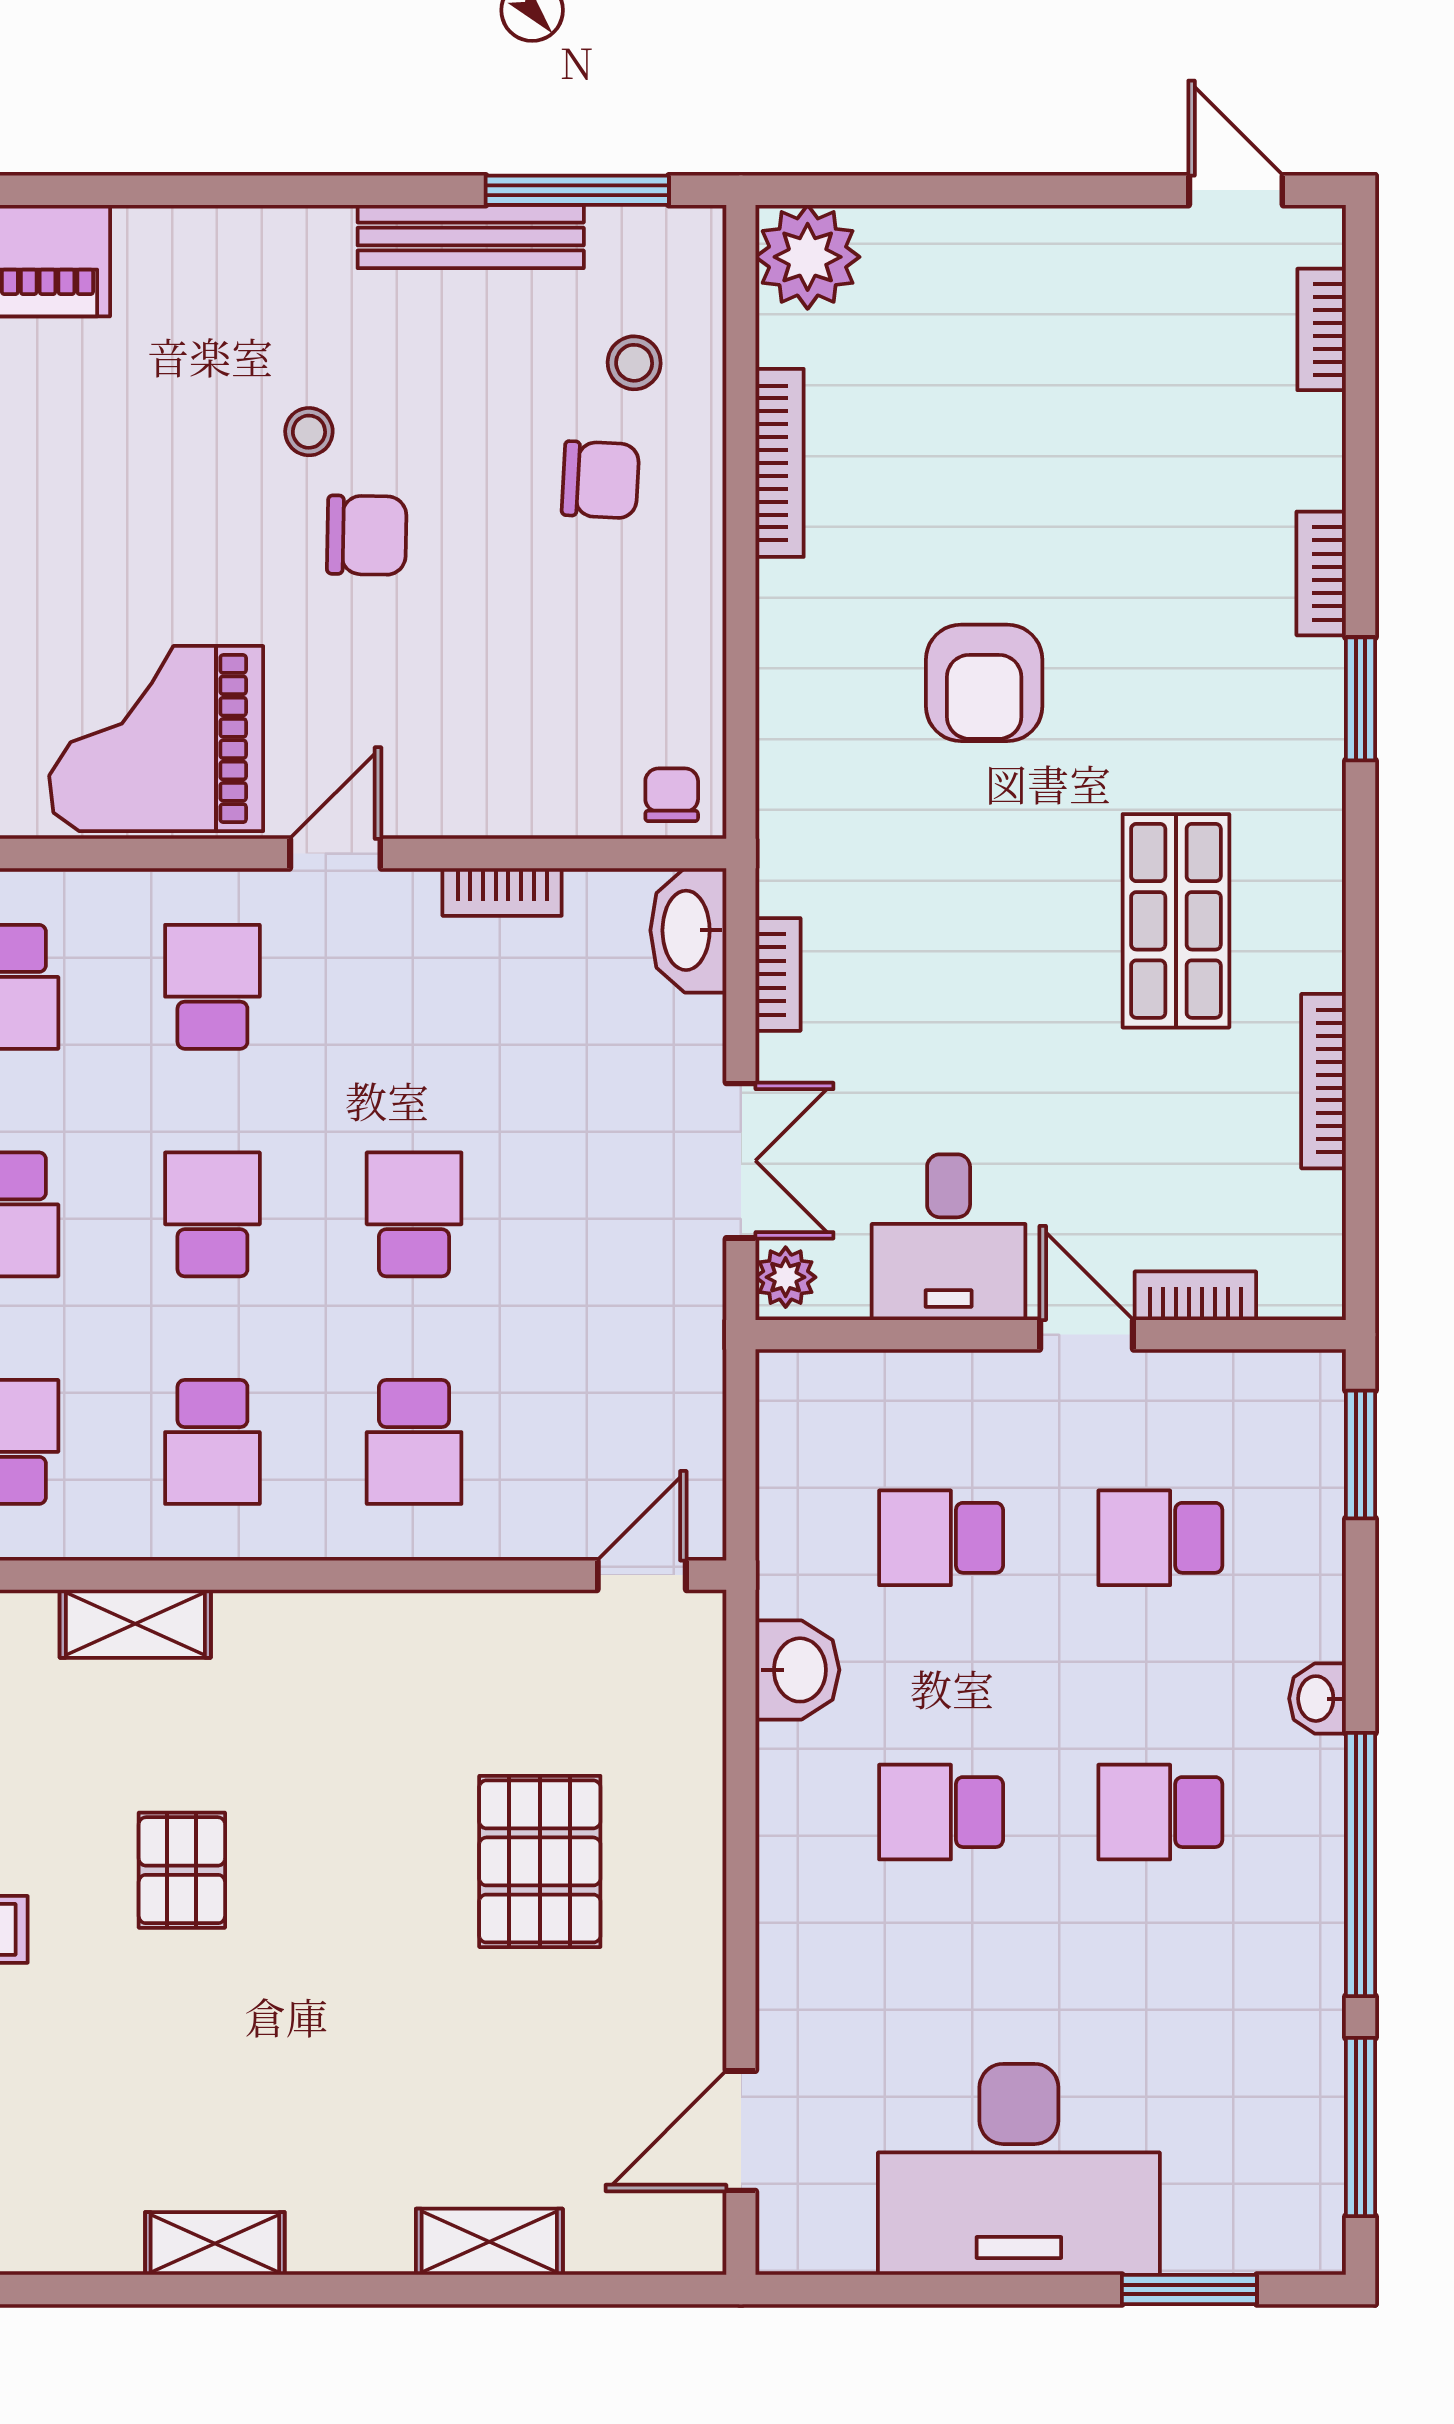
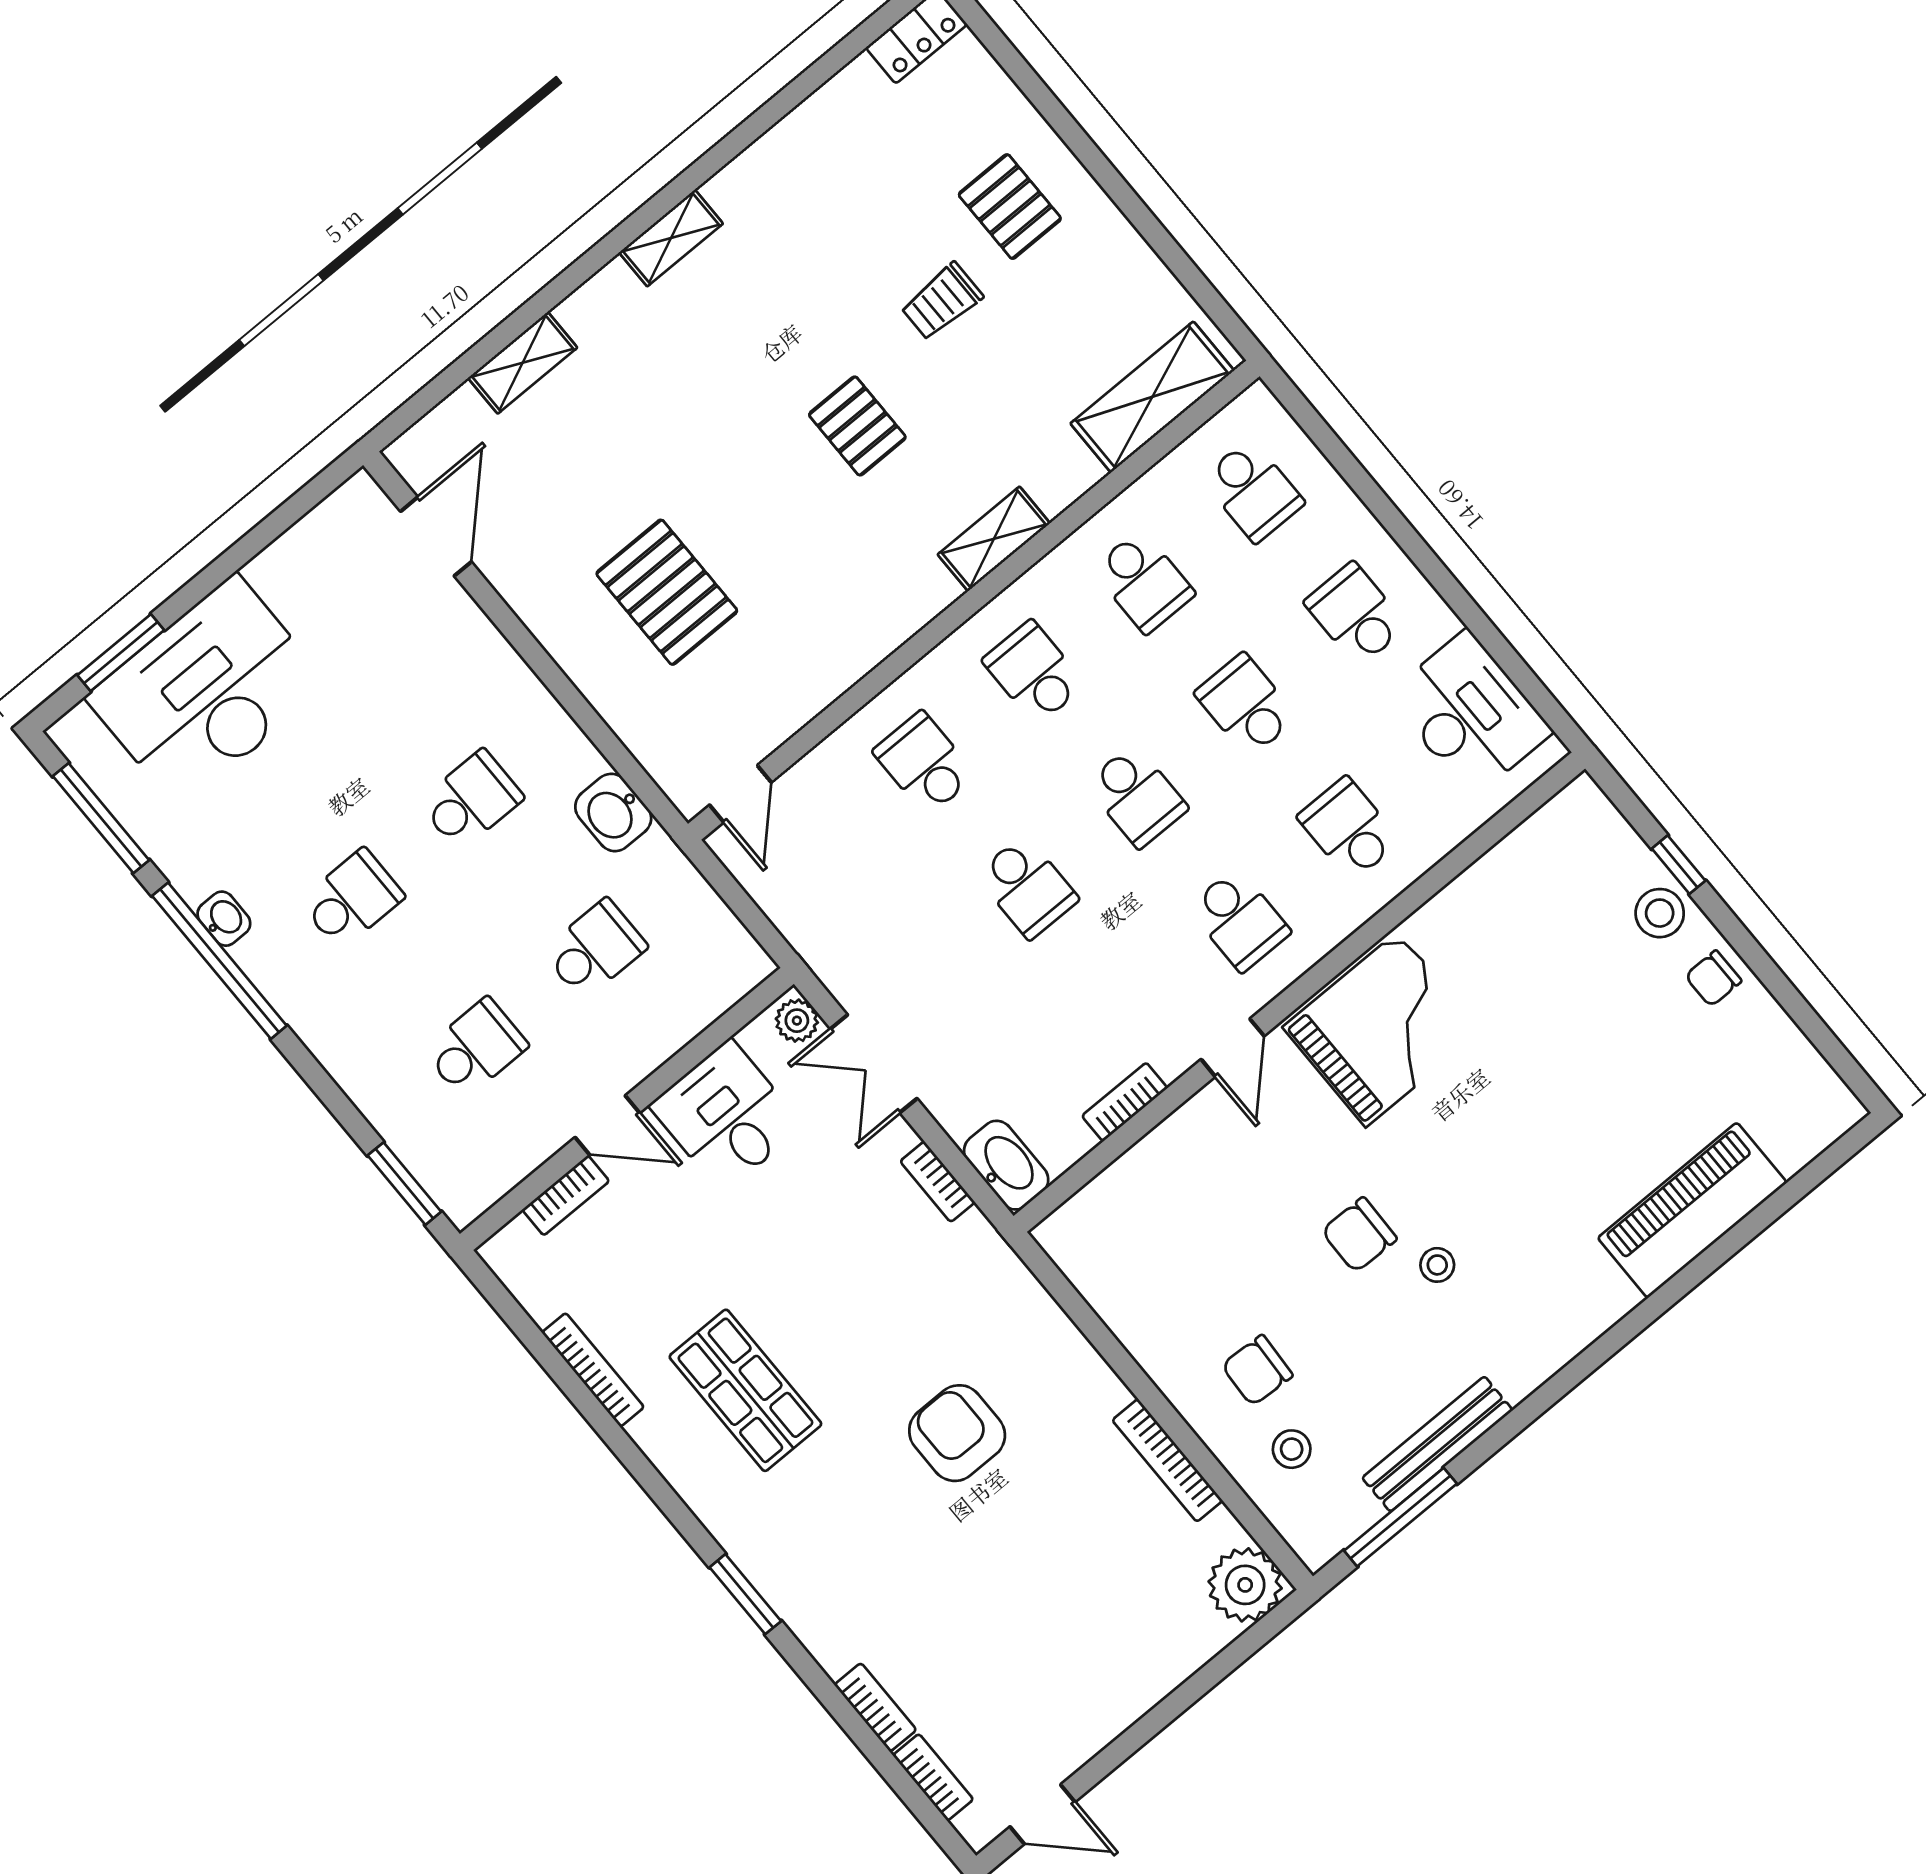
bookcase: (1321, 573) -> (875, 1707), moved
chair: (672, 795) -> (1076, 1231), removed
washbasin: (1318, 1699) -> (224, 919), moved
desk: (1019, 2169) -> (207, 691), moved

